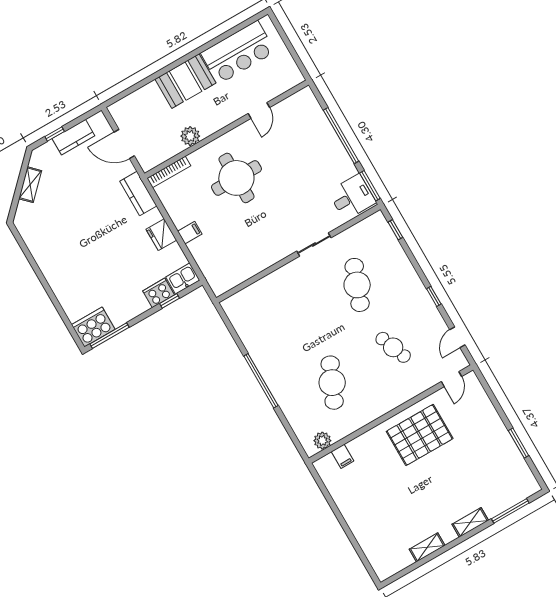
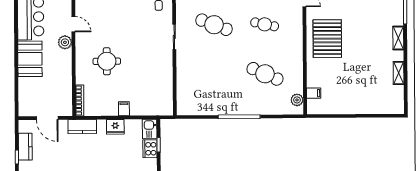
plant: (190, 136) -> (65, 42), moved
door: (124, 144) -> (47, 118), hinge flipped
round table: (236, 178) -> (107, 61), width x0.73, depth x0.73
cafe table: (393, 347) -> (265, 24), turned 33

